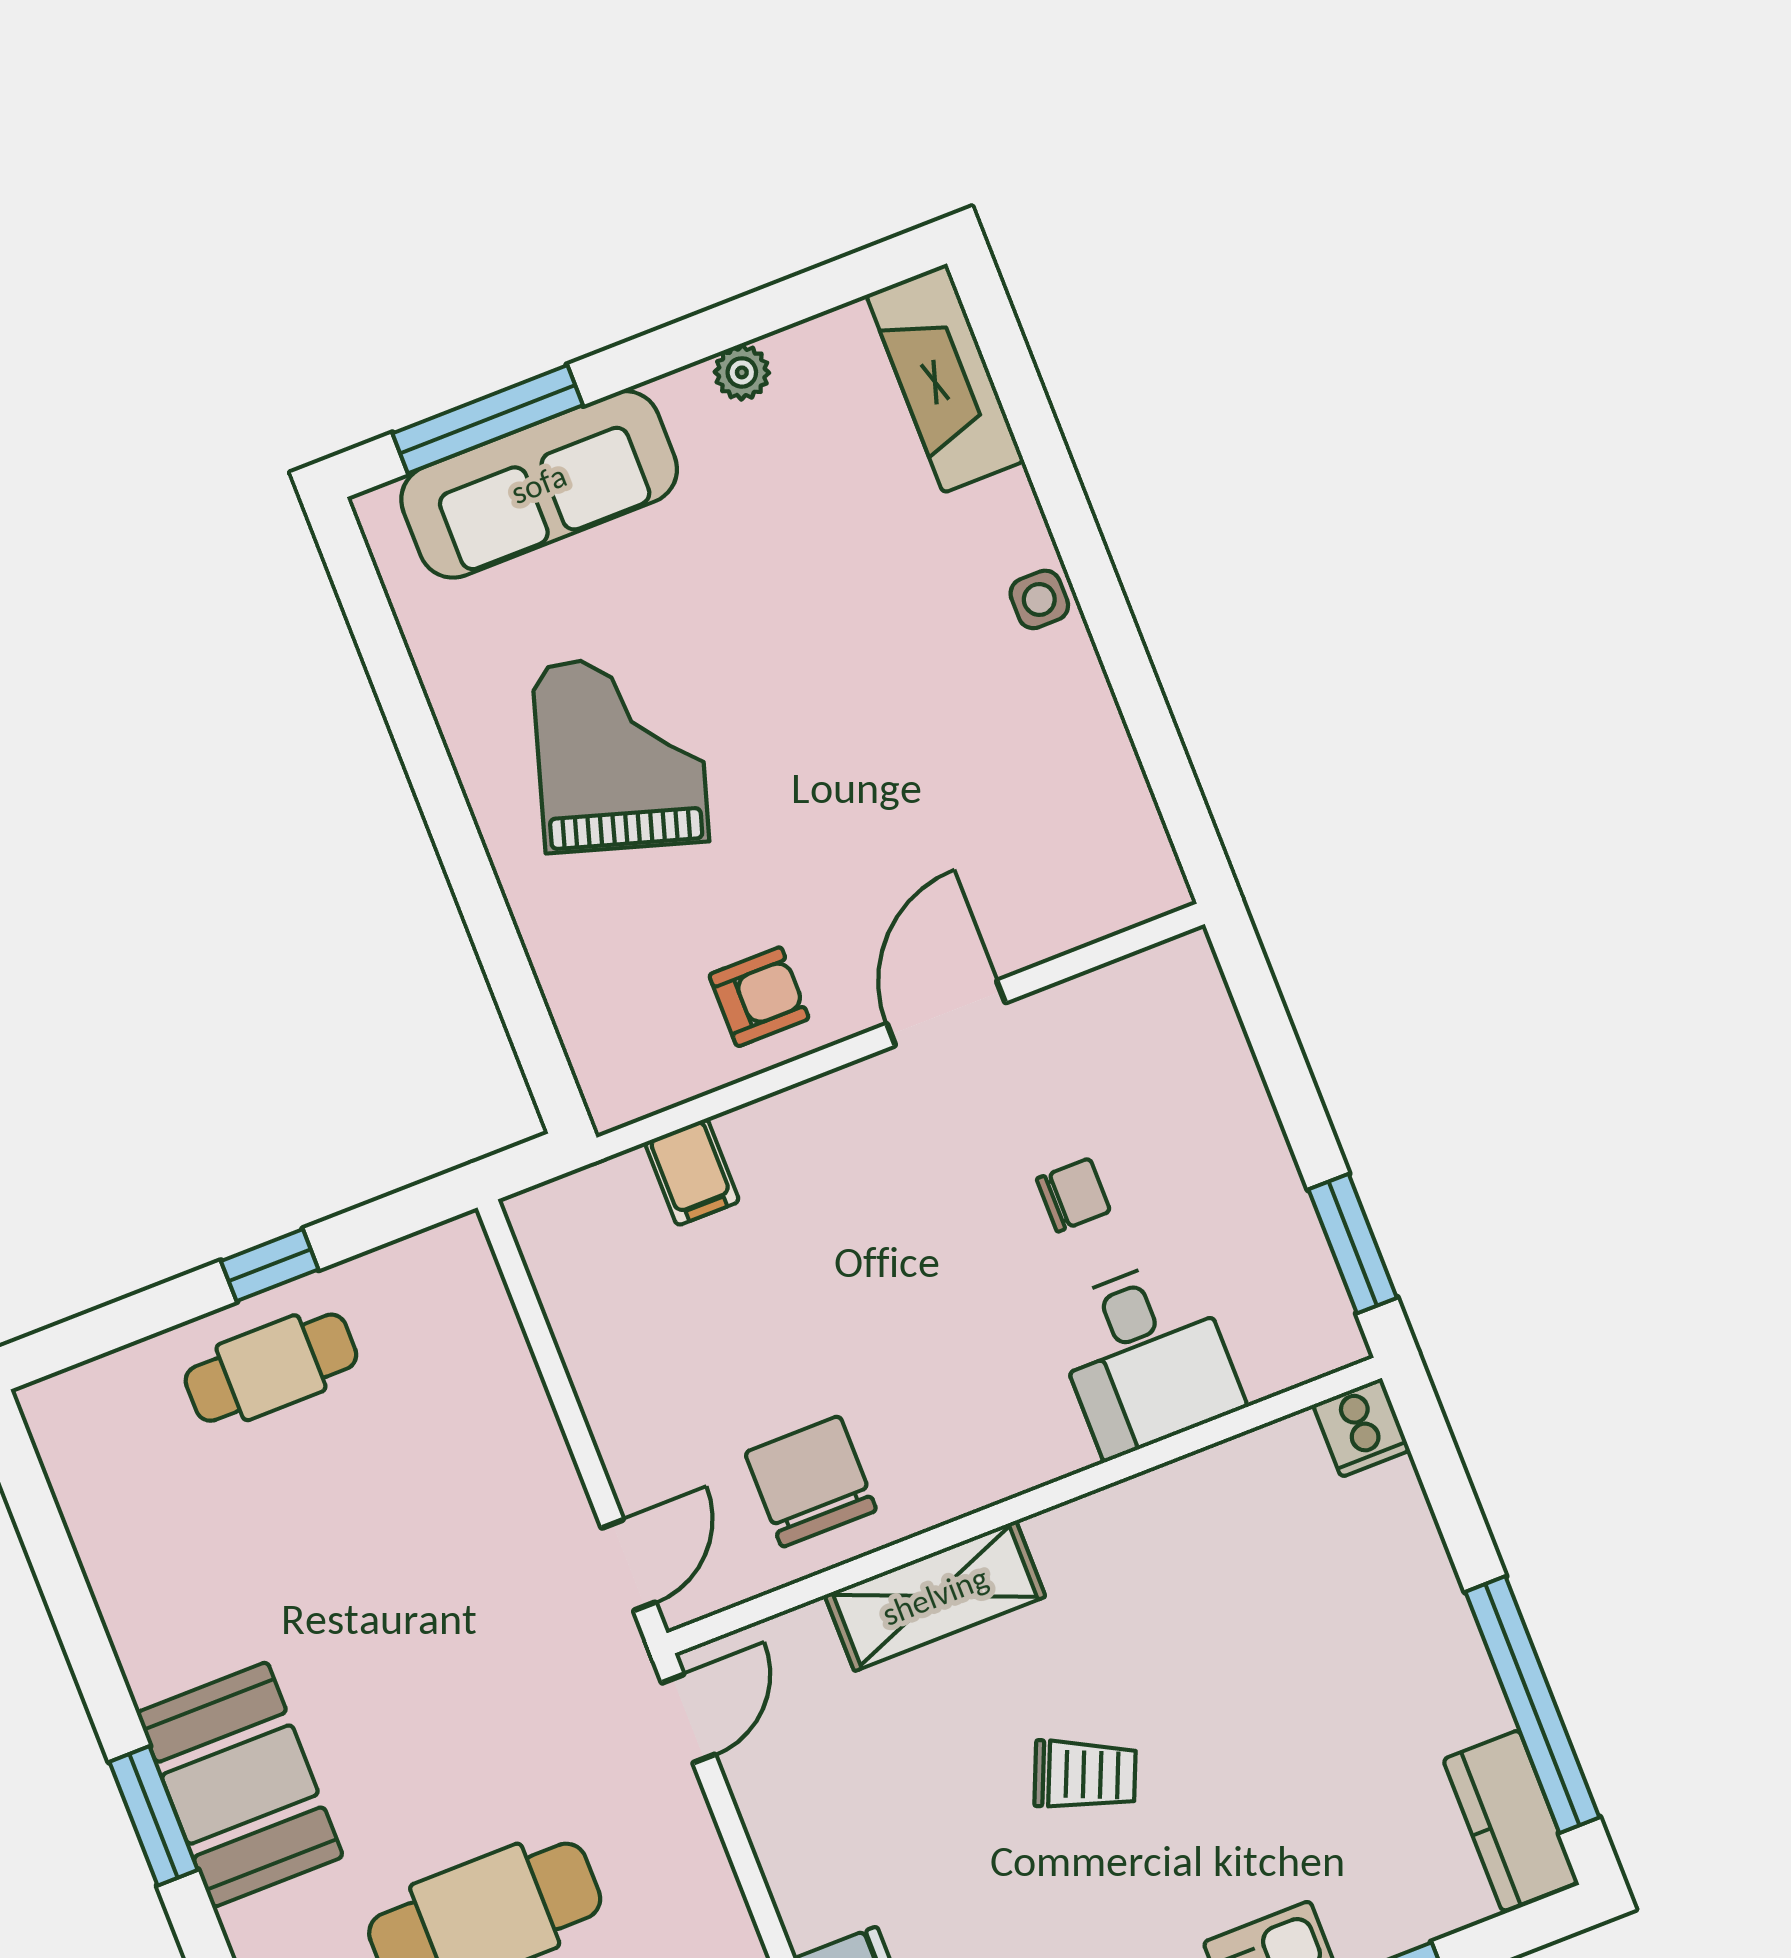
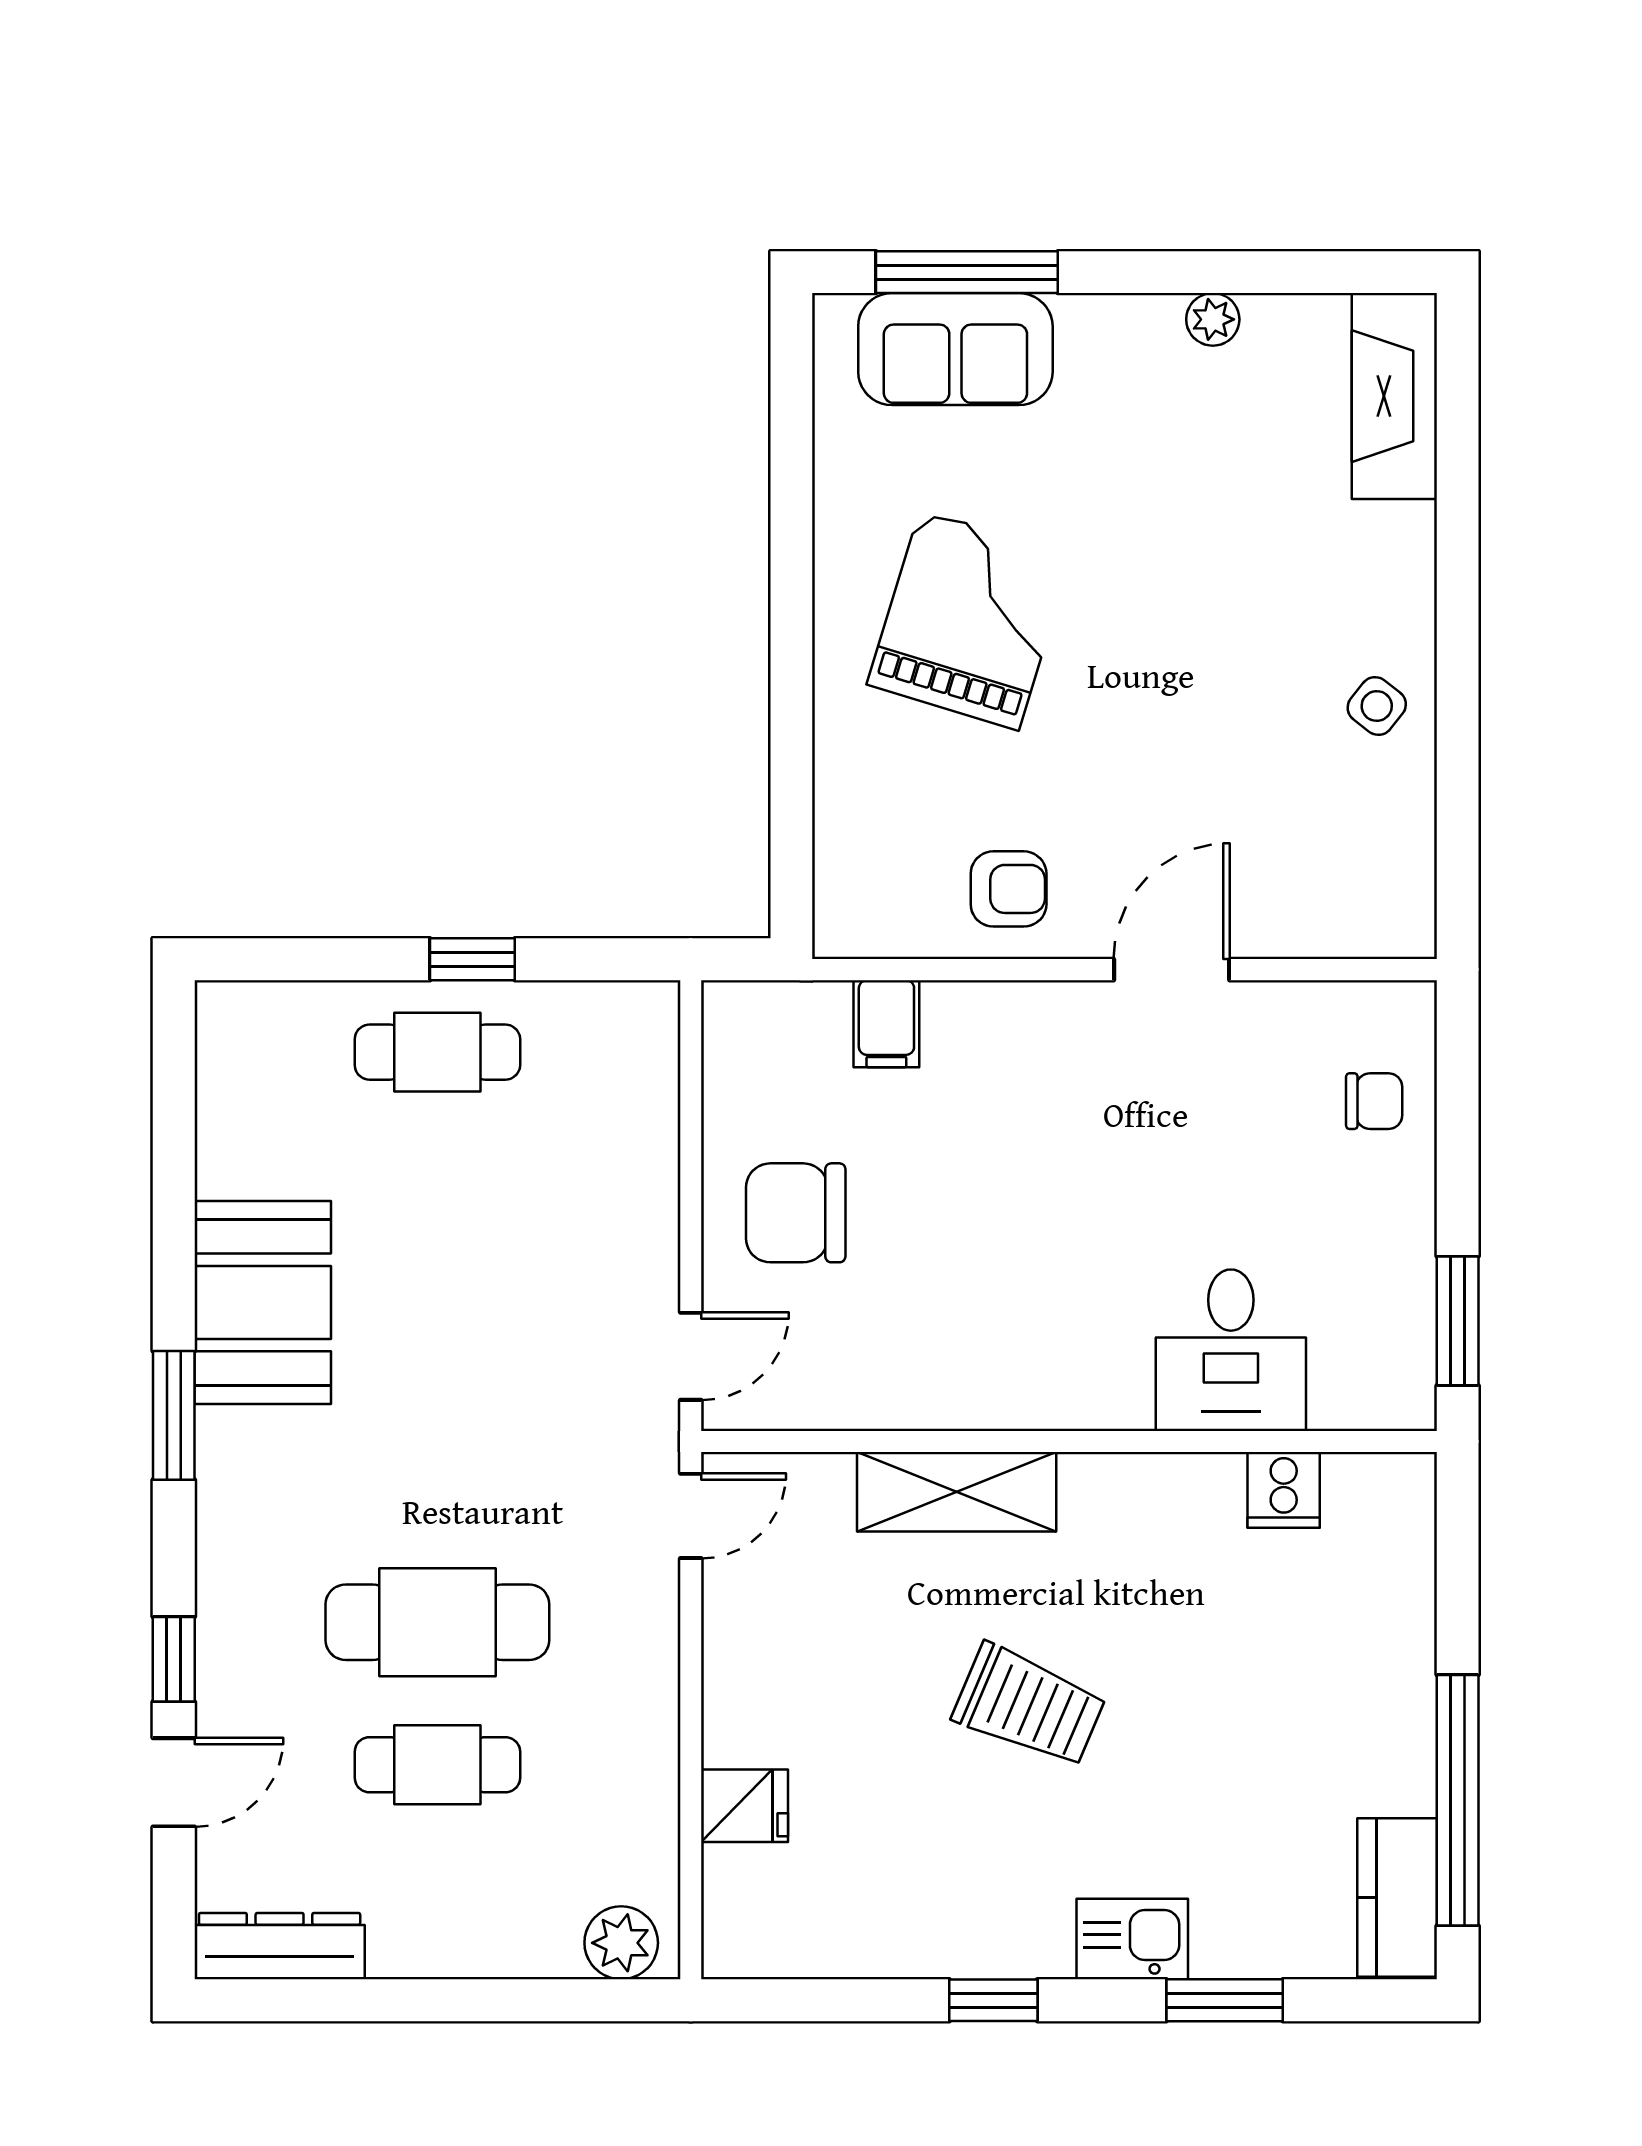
sofa: (539, 484) -> (955, 349), width x0.73
side table: (1039, 599) -> (1377, 706), moved, turned 38
chair: (1073, 1195) -> (1374, 1101), moved
cooker: (1361, 1427) -> (1284, 1490), moved
chair: (811, 1481) -> (796, 1213), moved, turned -90
trolley: (1085, 1774) -> (1029, 1706), width x1.36, depth x1.39
booth: (240, 1785) -> (263, 1302), moved

